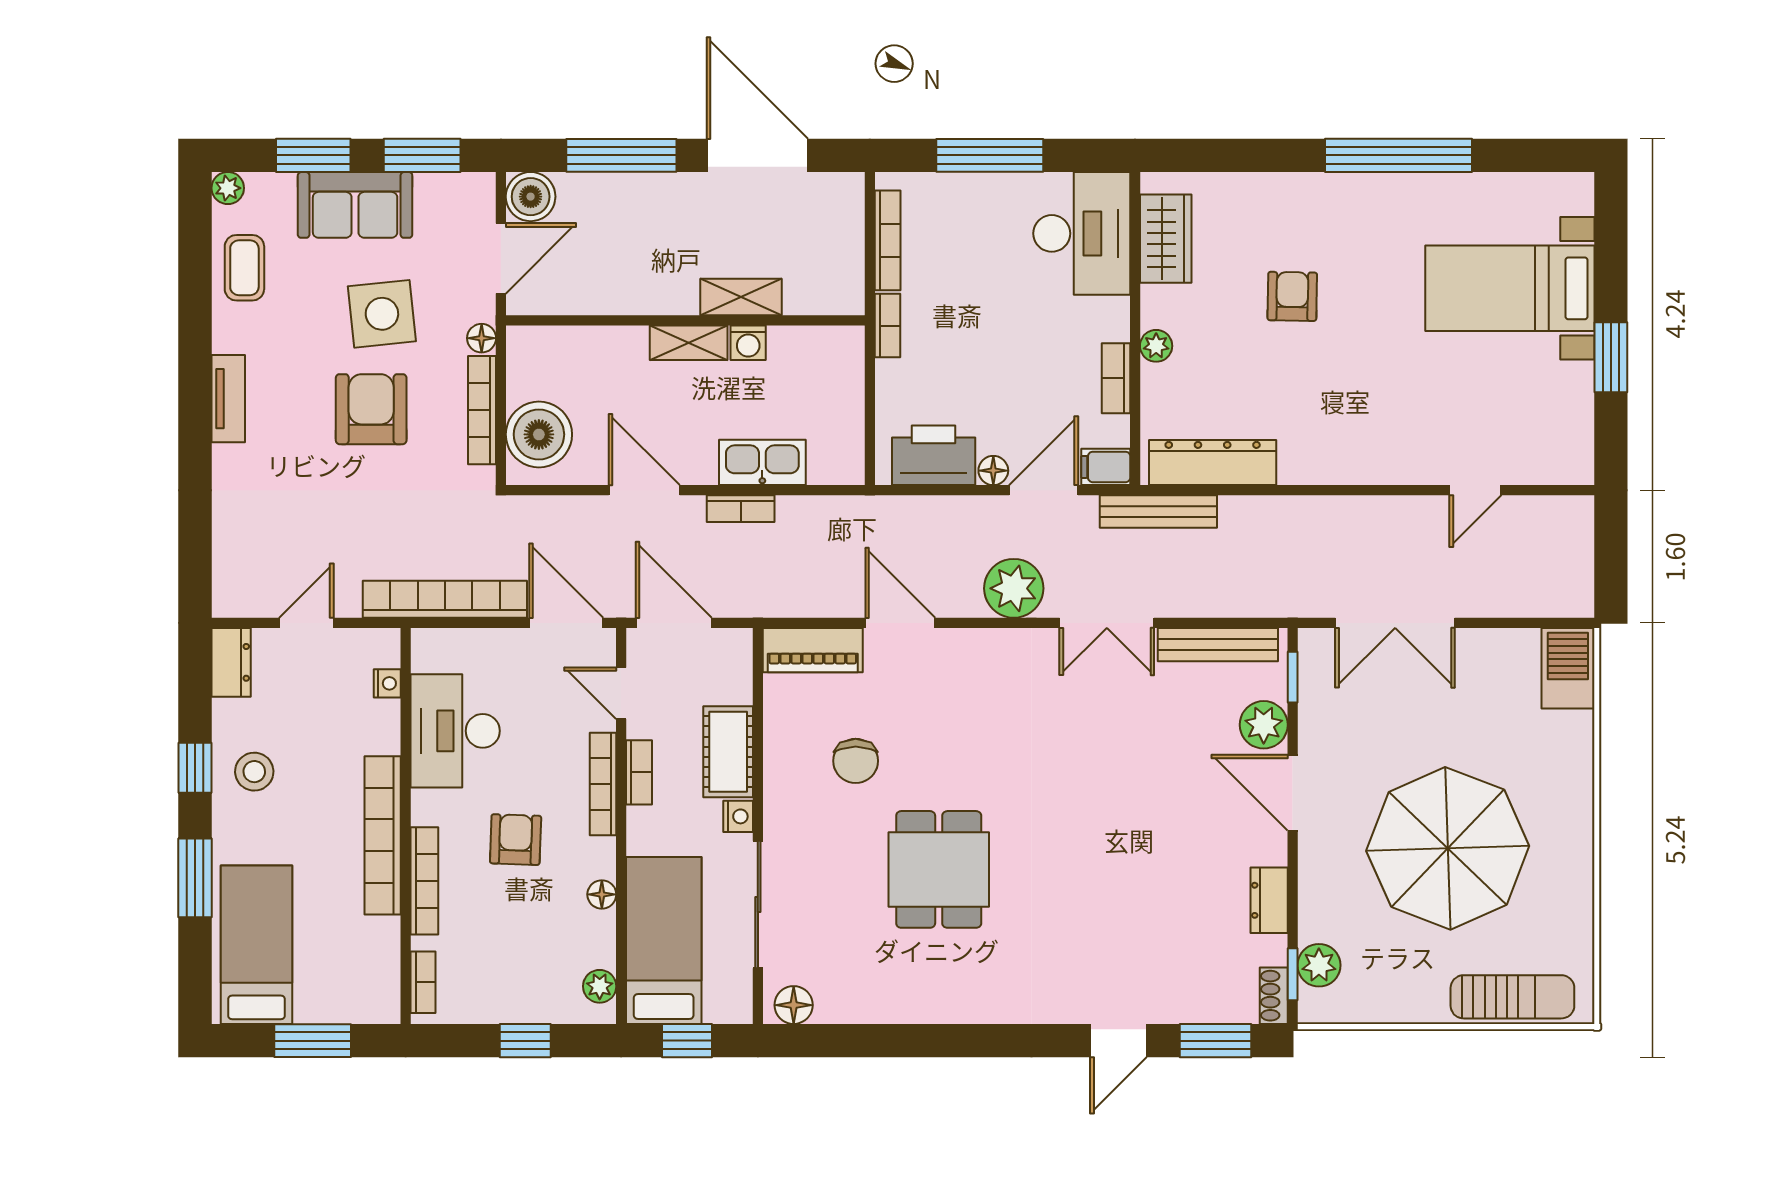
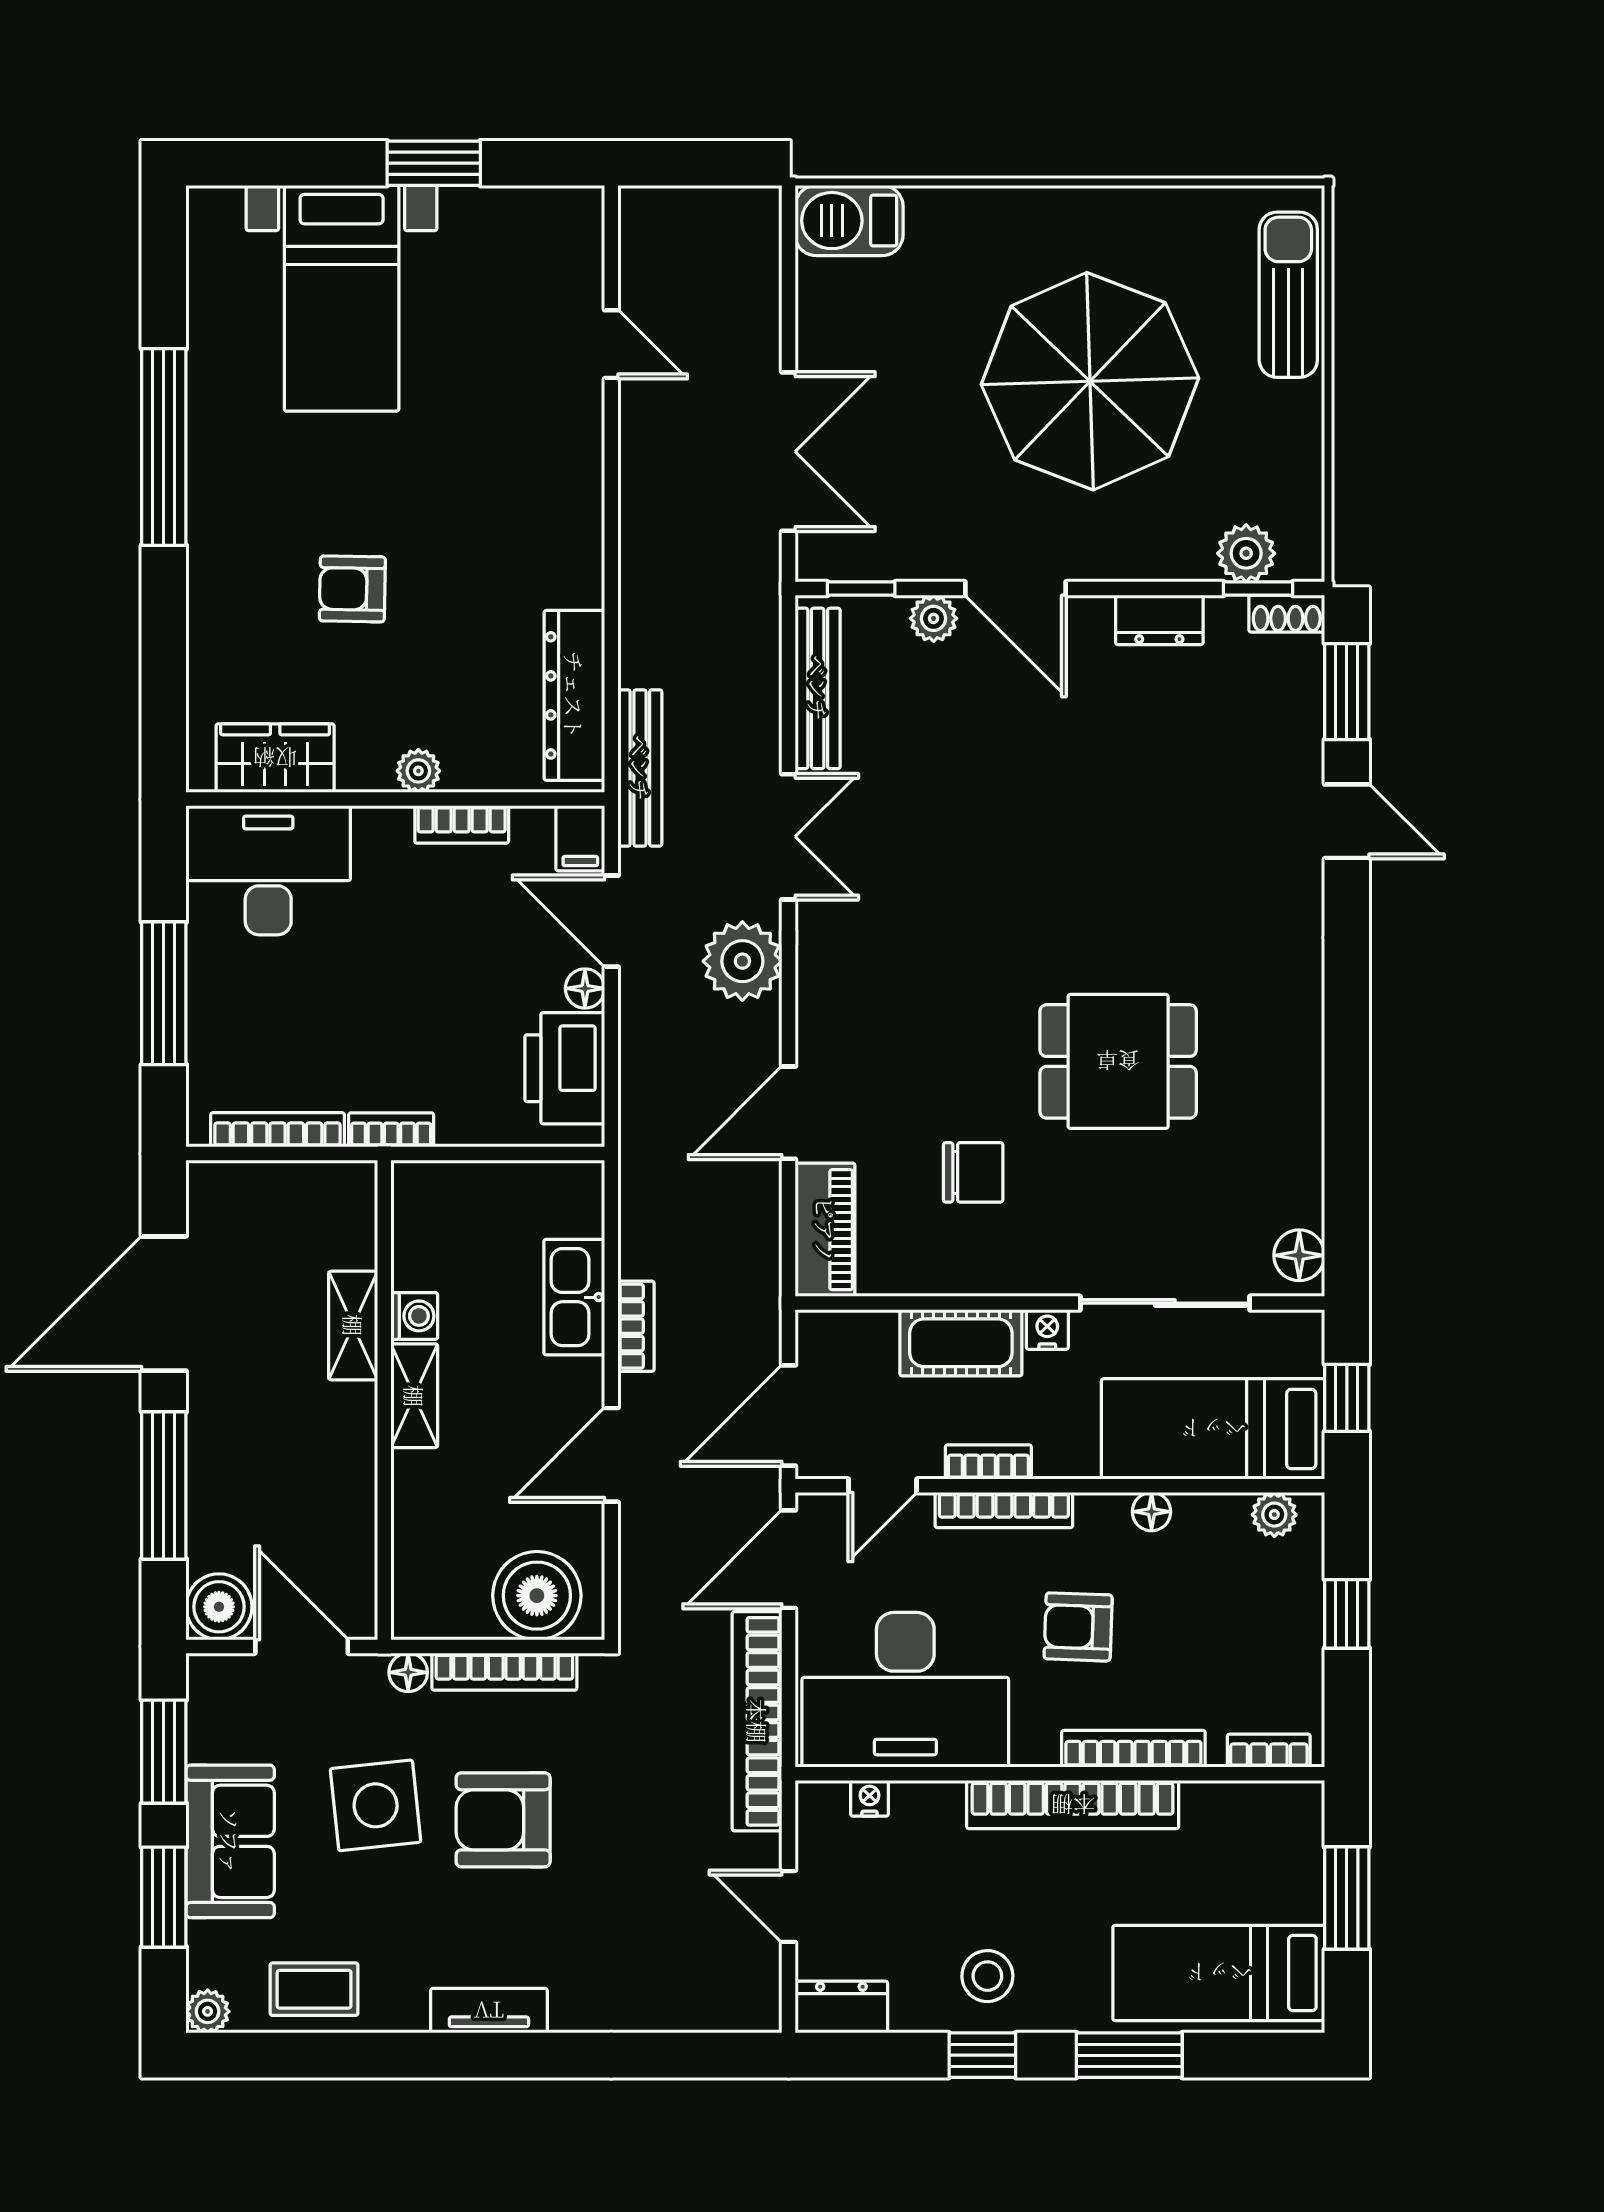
plant: (1264, 725) -> (934, 618), width x0.73, depth x0.73
desk: (455, 731) -> (905, 1690), width x1.36, depth x1.30
door: (1293, 793) -> (1016, 589), hinge flipped

